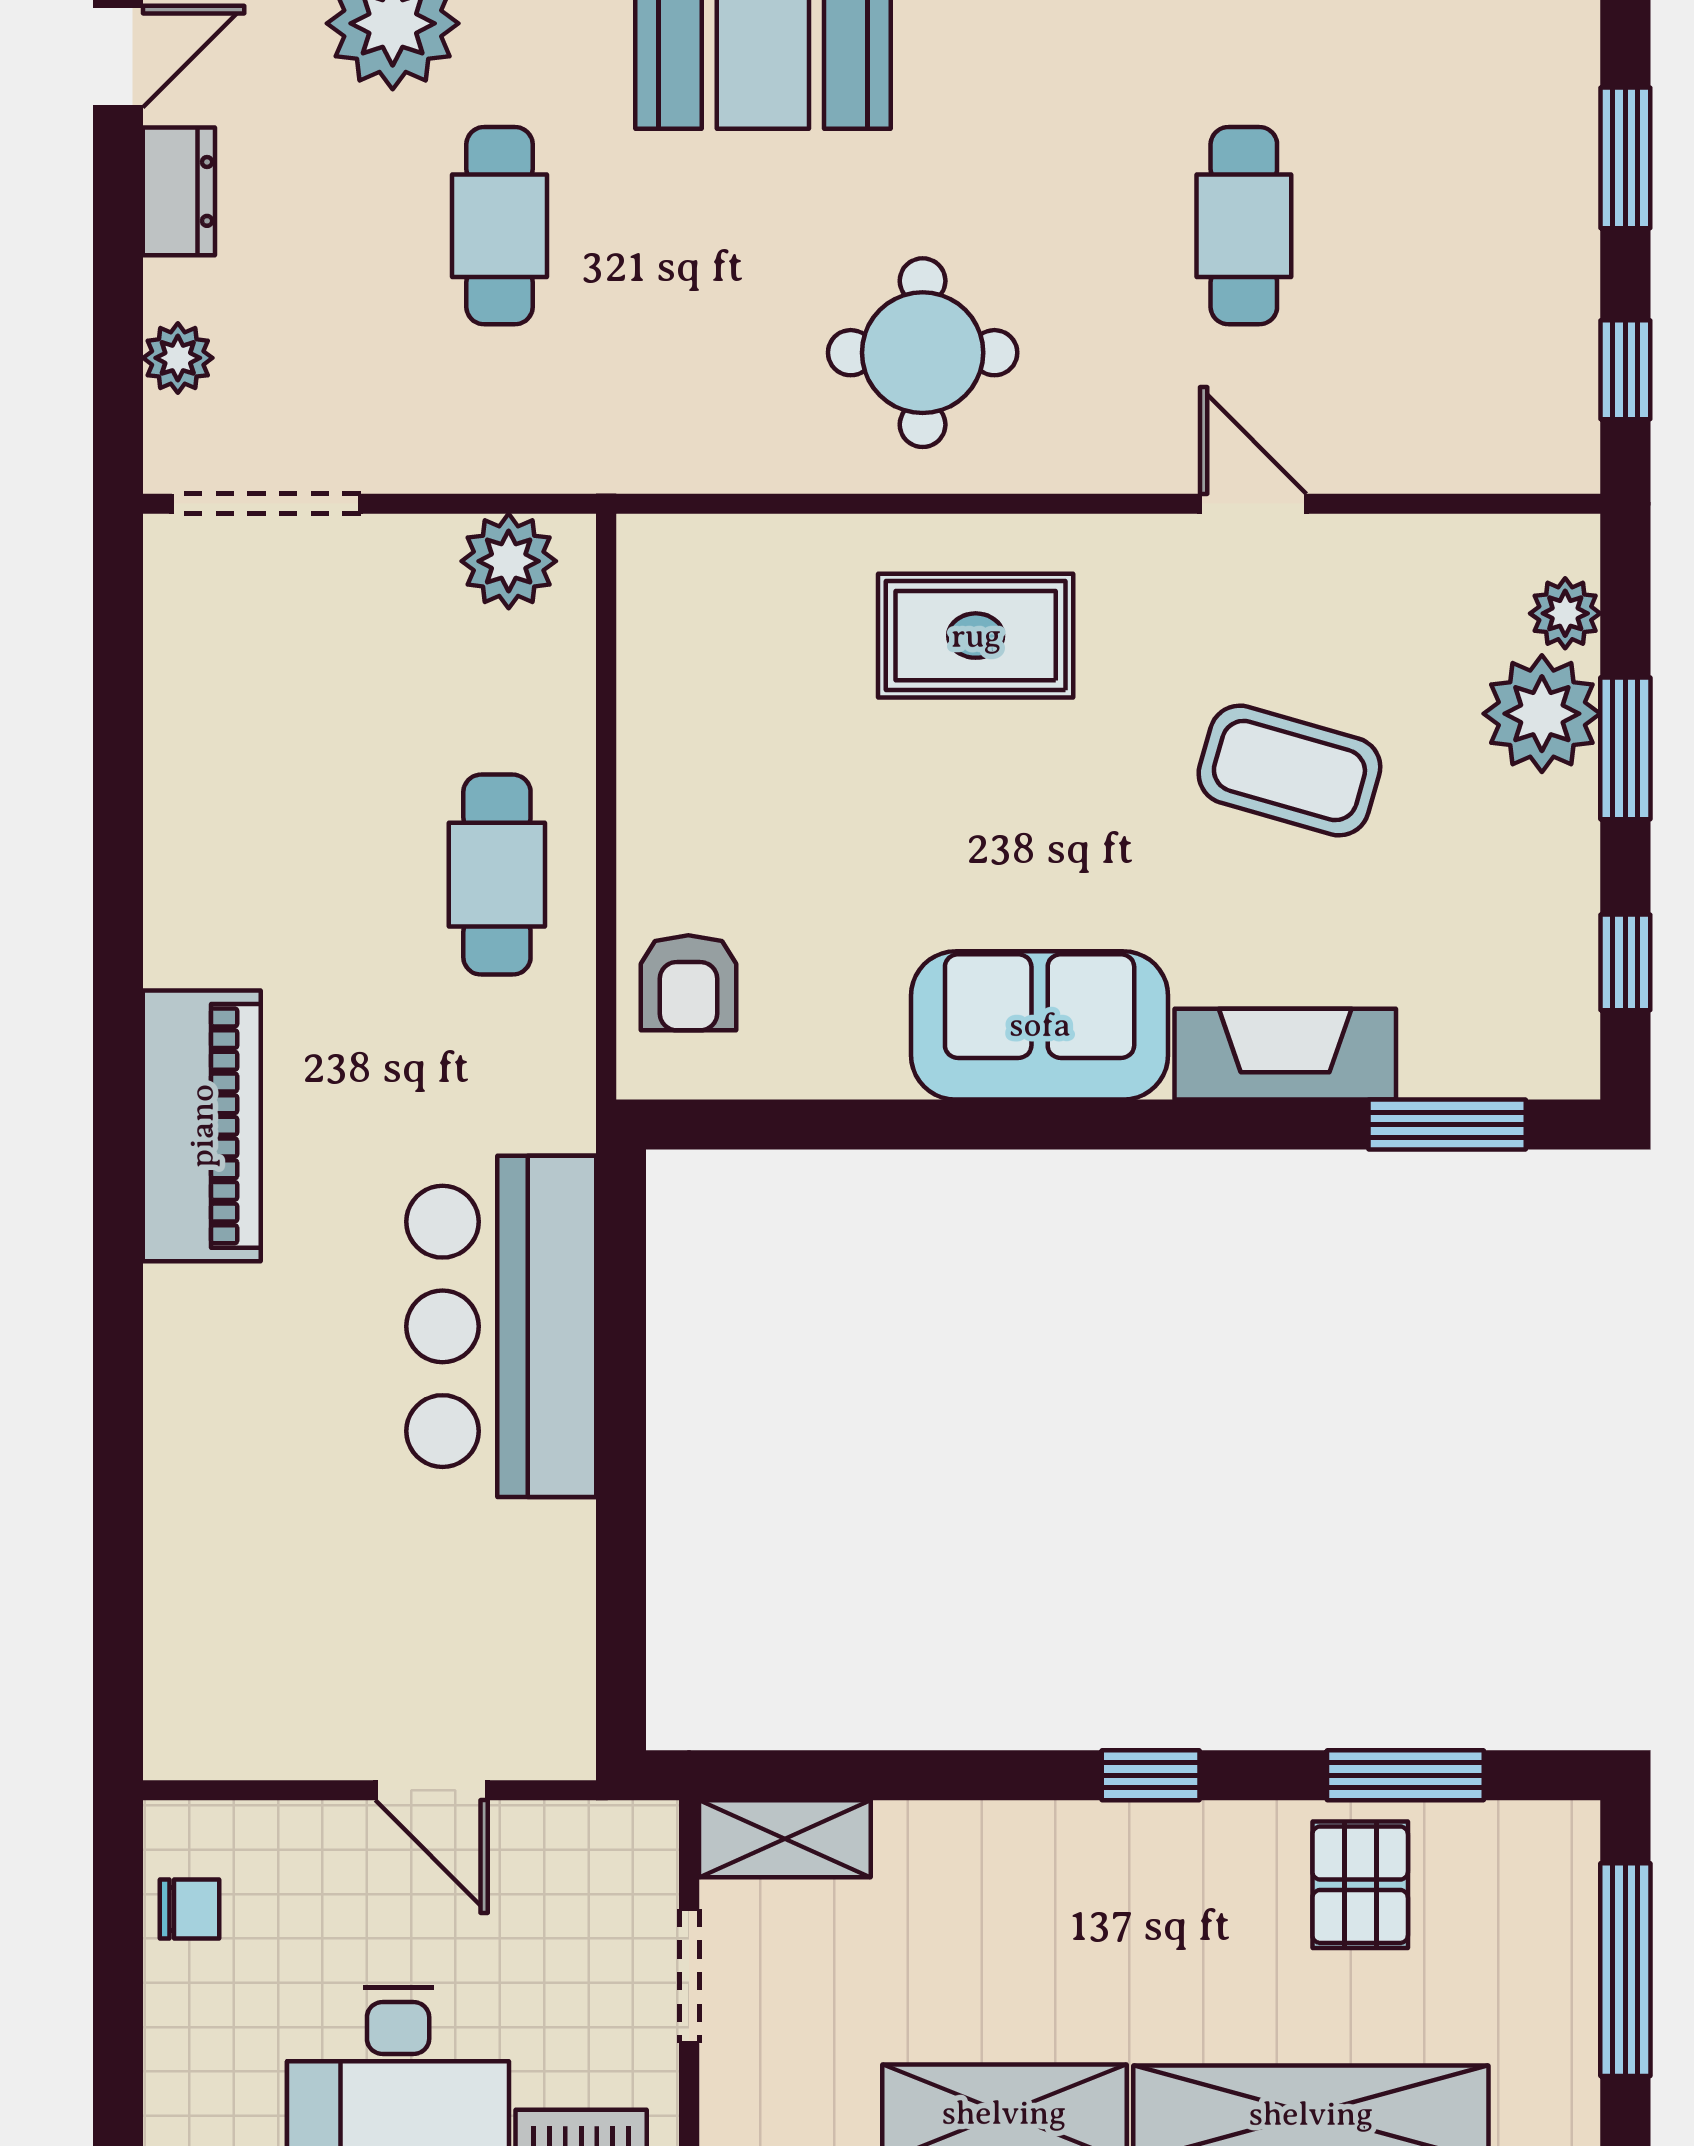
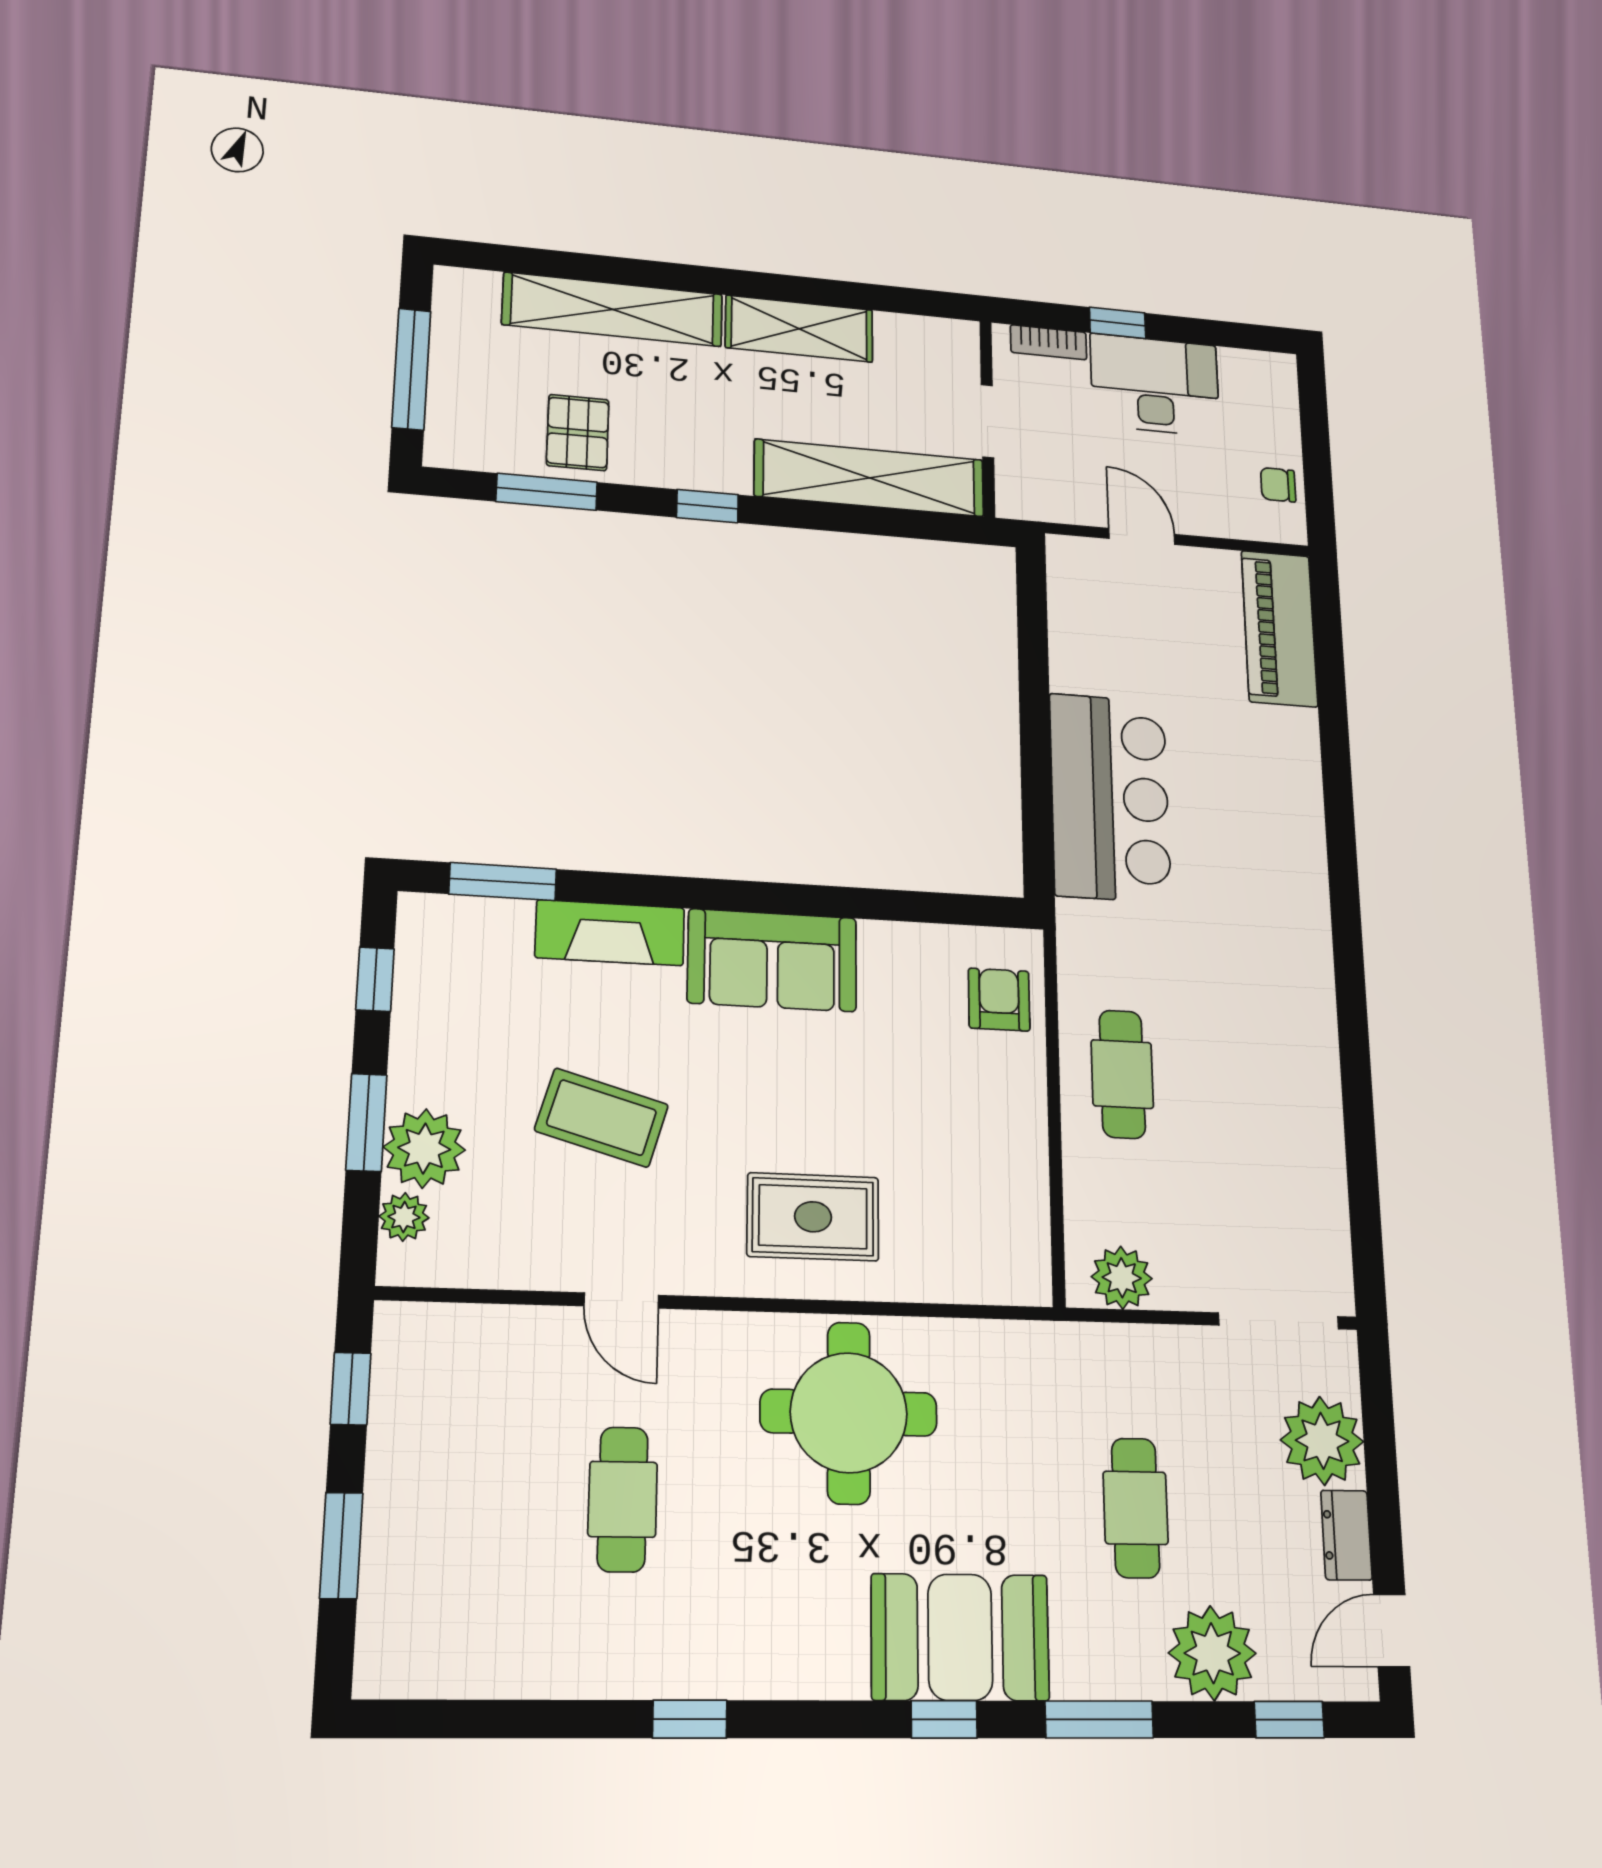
round table: (923, 353) -> (849, 1413), width x1.36, depth x1.36
plant: (178, 358) -> (1322, 1441), width x1.88, depth x1.88
piano: (202, 1126) -> (1279, 628), moved
shelving: (785, 1839) -> (869, 478), width x2.20, depth x1.33

